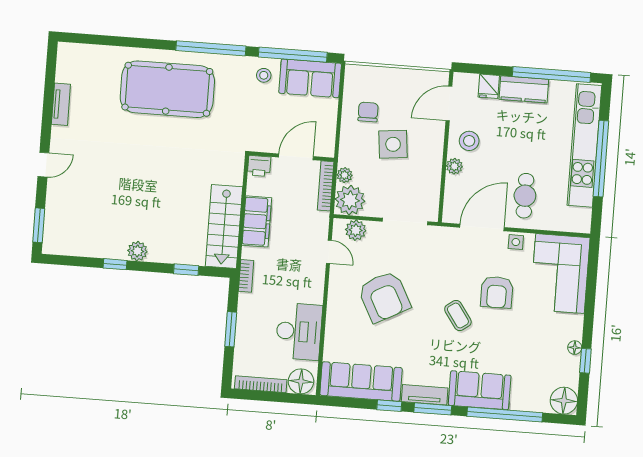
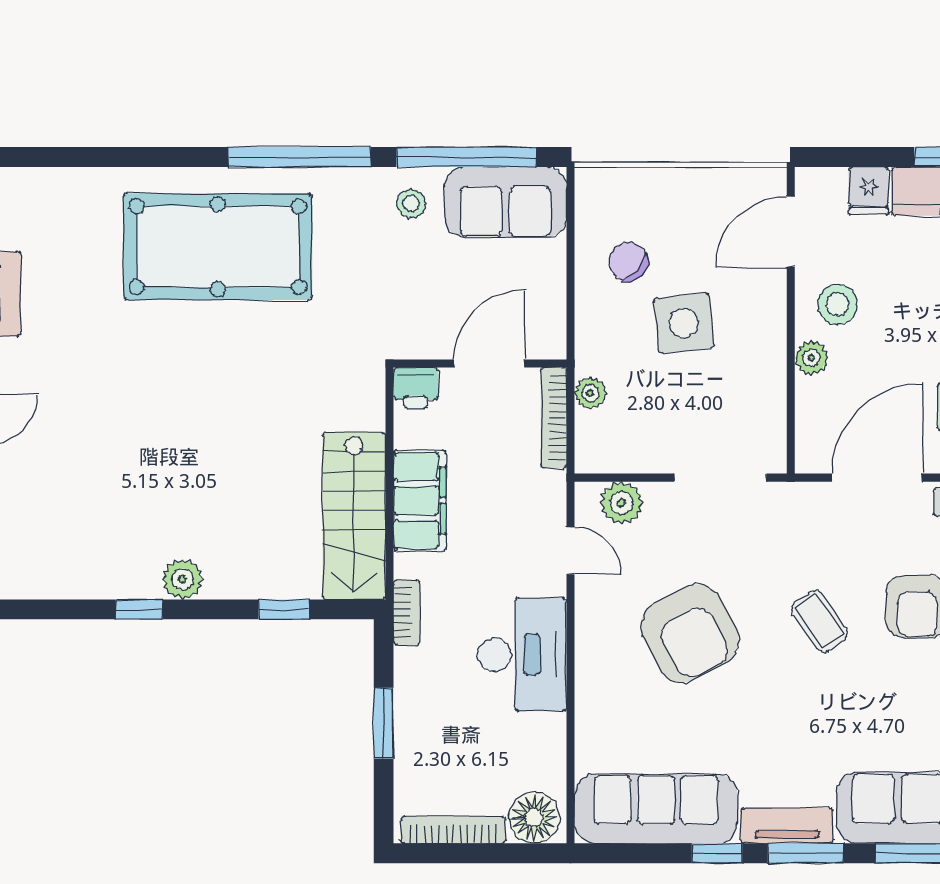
chair: (368, 112) -> (628, 262), turned -47
plant: (350, 200) -> (605, 443), removed
coffee table: (458, 316) -> (819, 621), moved
desk: (299, 331) -> (522, 655), moved

